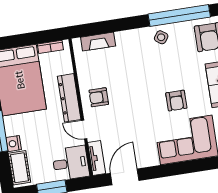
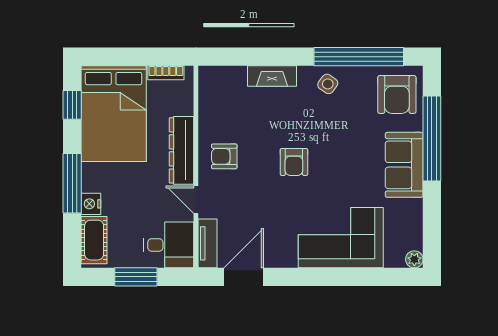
fireplace: (98, 42) -> (272, 76), moved
armchair: (176, 101) -> (294, 162), moved

